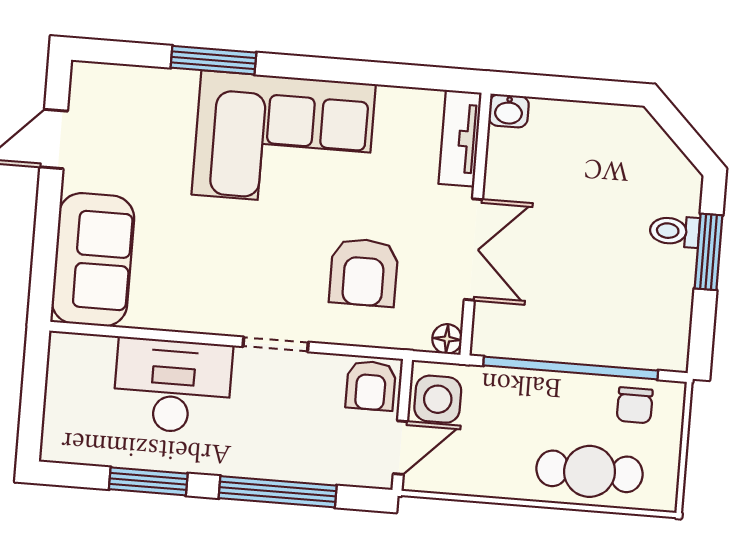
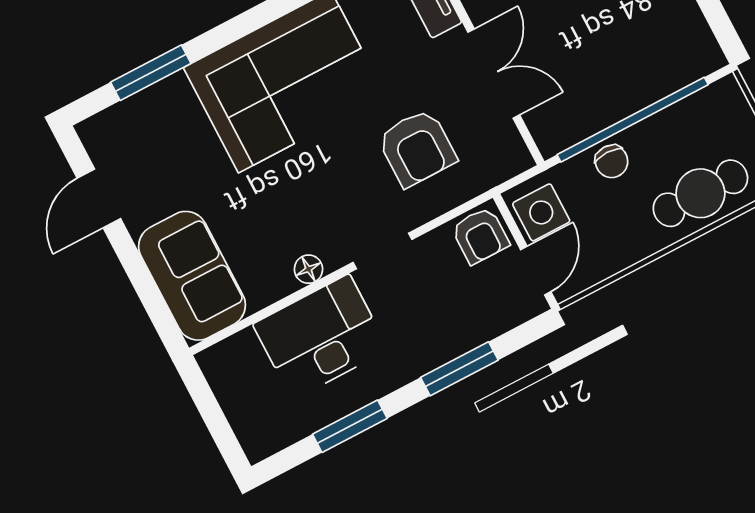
window: (213, 60) -> (151, 73), moved
floor lamp: (447, 339) -> (308, 269), moved
chair: (635, 405) -> (612, 161), moved
window: (278, 492) -> (459, 369), width x0.69

